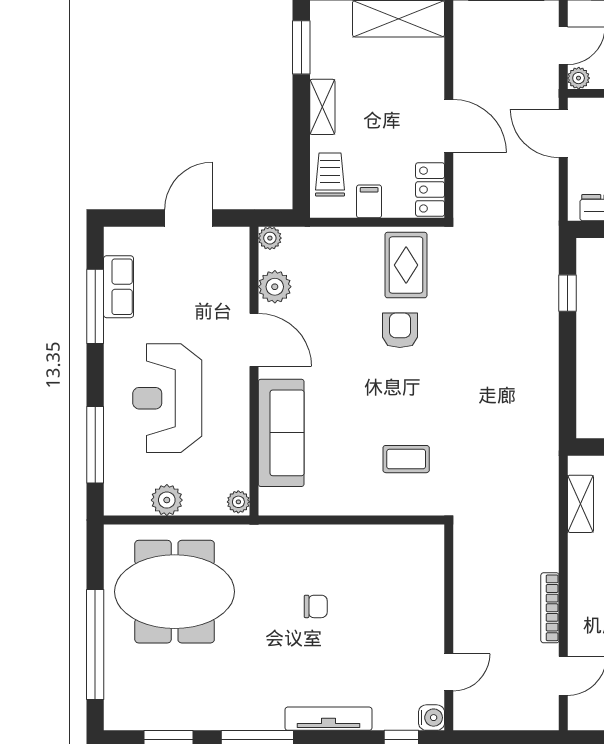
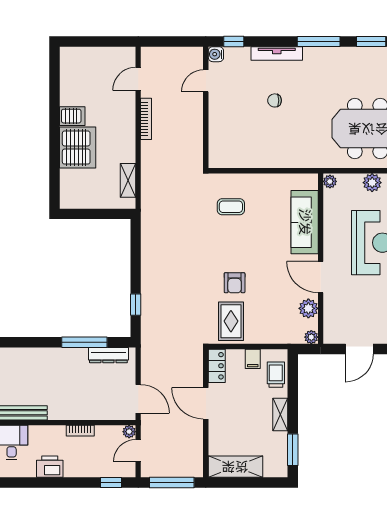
trolley: (330, 175) -> (276, 375), turned 180
chair: (316, 606) -> (275, 100), moved

